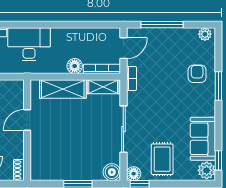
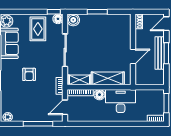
desk: (29, 44) -> (121, 101), moved, turned 180
armchair: (197, 74) -> (29, 74), moved

